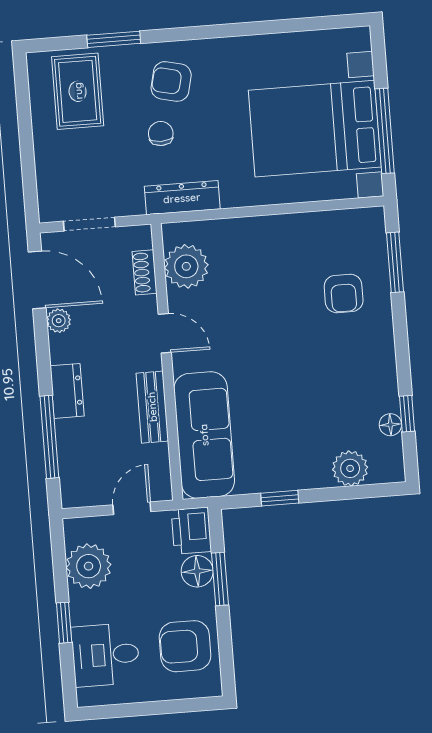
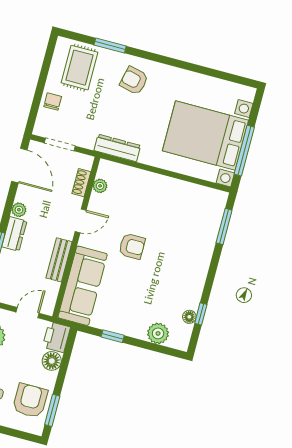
chair: (161, 134) -> (53, 102), moved
plant: (186, 266) -> (100, 186), width x0.53, depth x0.53
armchair: (344, 293) -> (132, 246), moved, turned -90
plant: (59, 321) -> (19, 210), moved
door: (165, 333) -> (81, 221), hinge flipped
window: (220, 579) -> (52, 410), moved
armchair: (185, 646) -> (30, 401), turned 90

